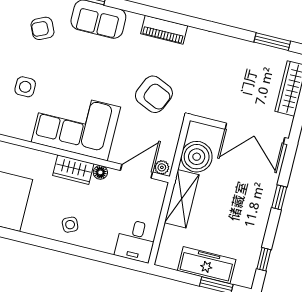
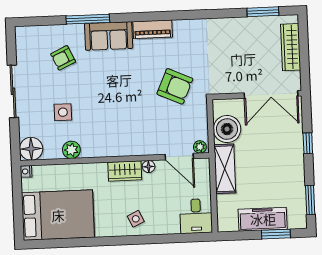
piano: (164, 30) -> (153, 29), moved
corner sofa: (76, 125) -> (116, 132), removed
plant: (23, 130) -> (71, 150), added
door: (136, 171) -> (179, 157), swing flipped
window: (264, 259) -> (310, 200), width x1.50

